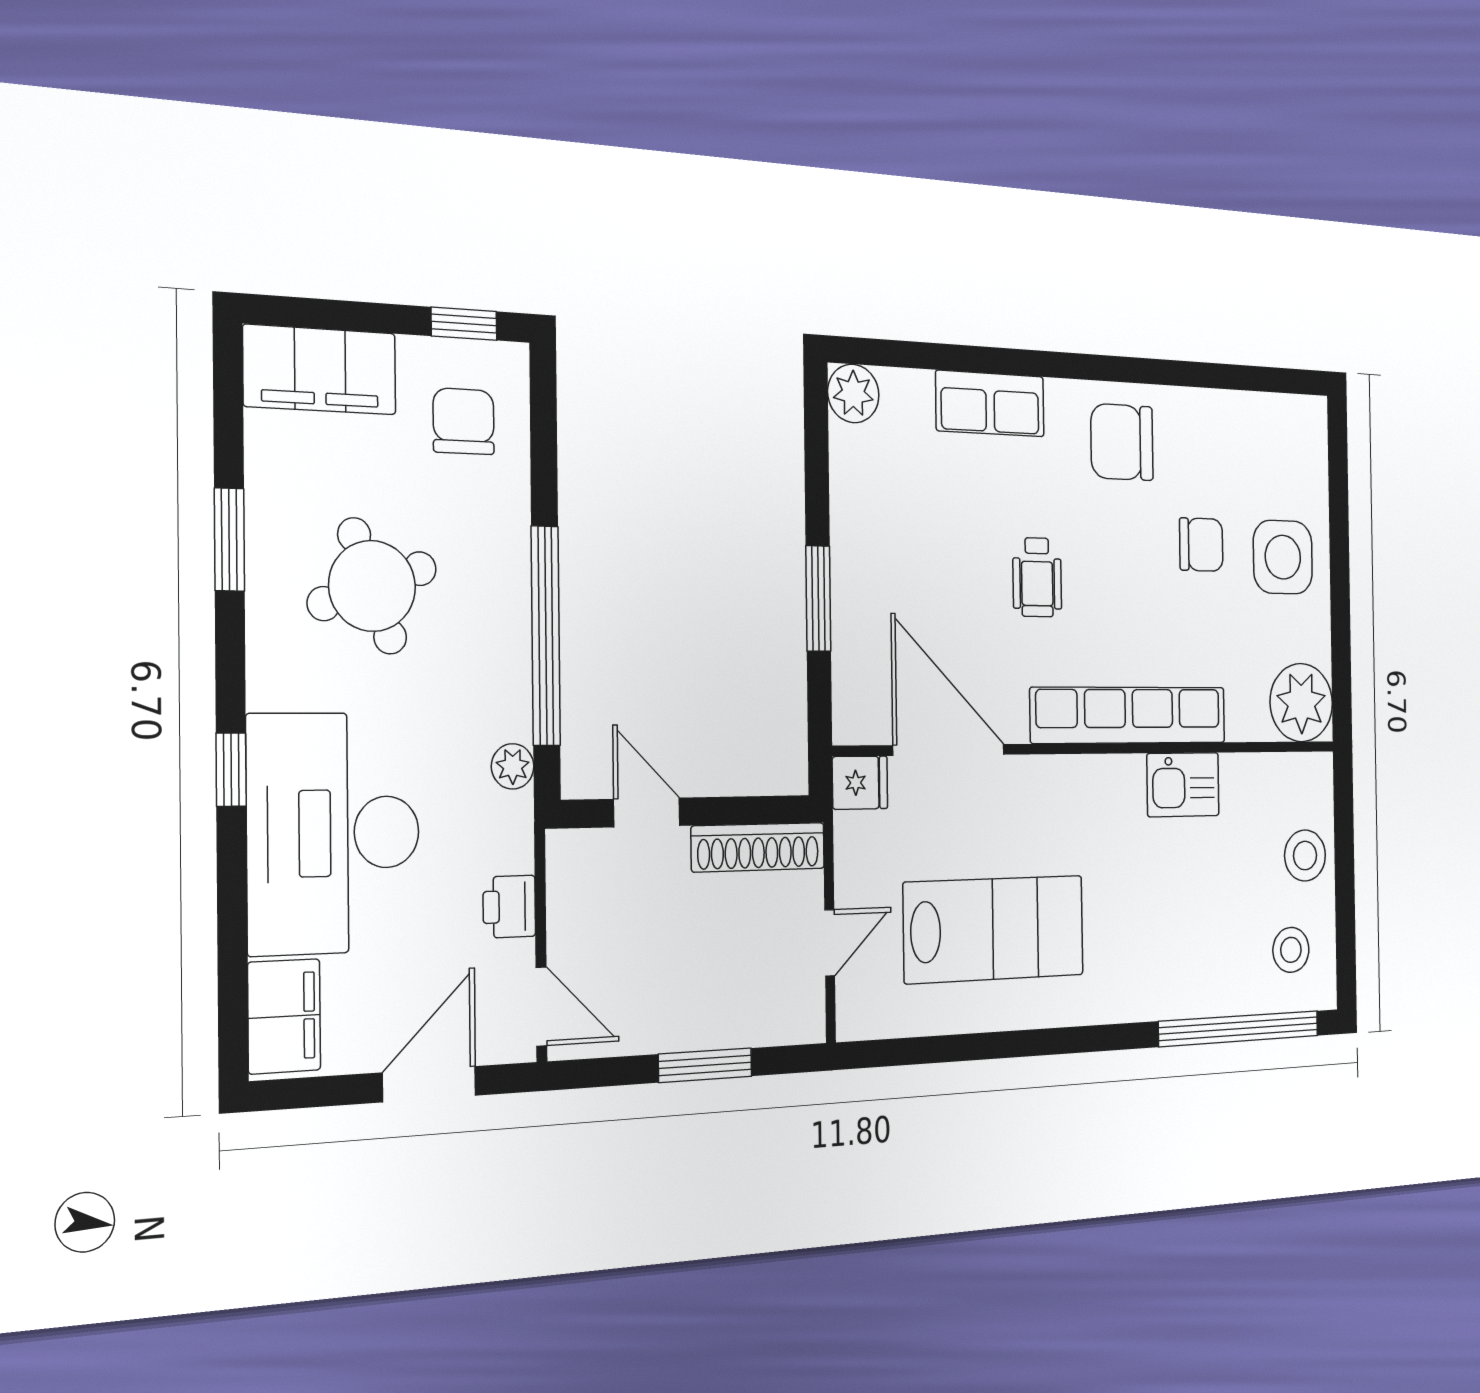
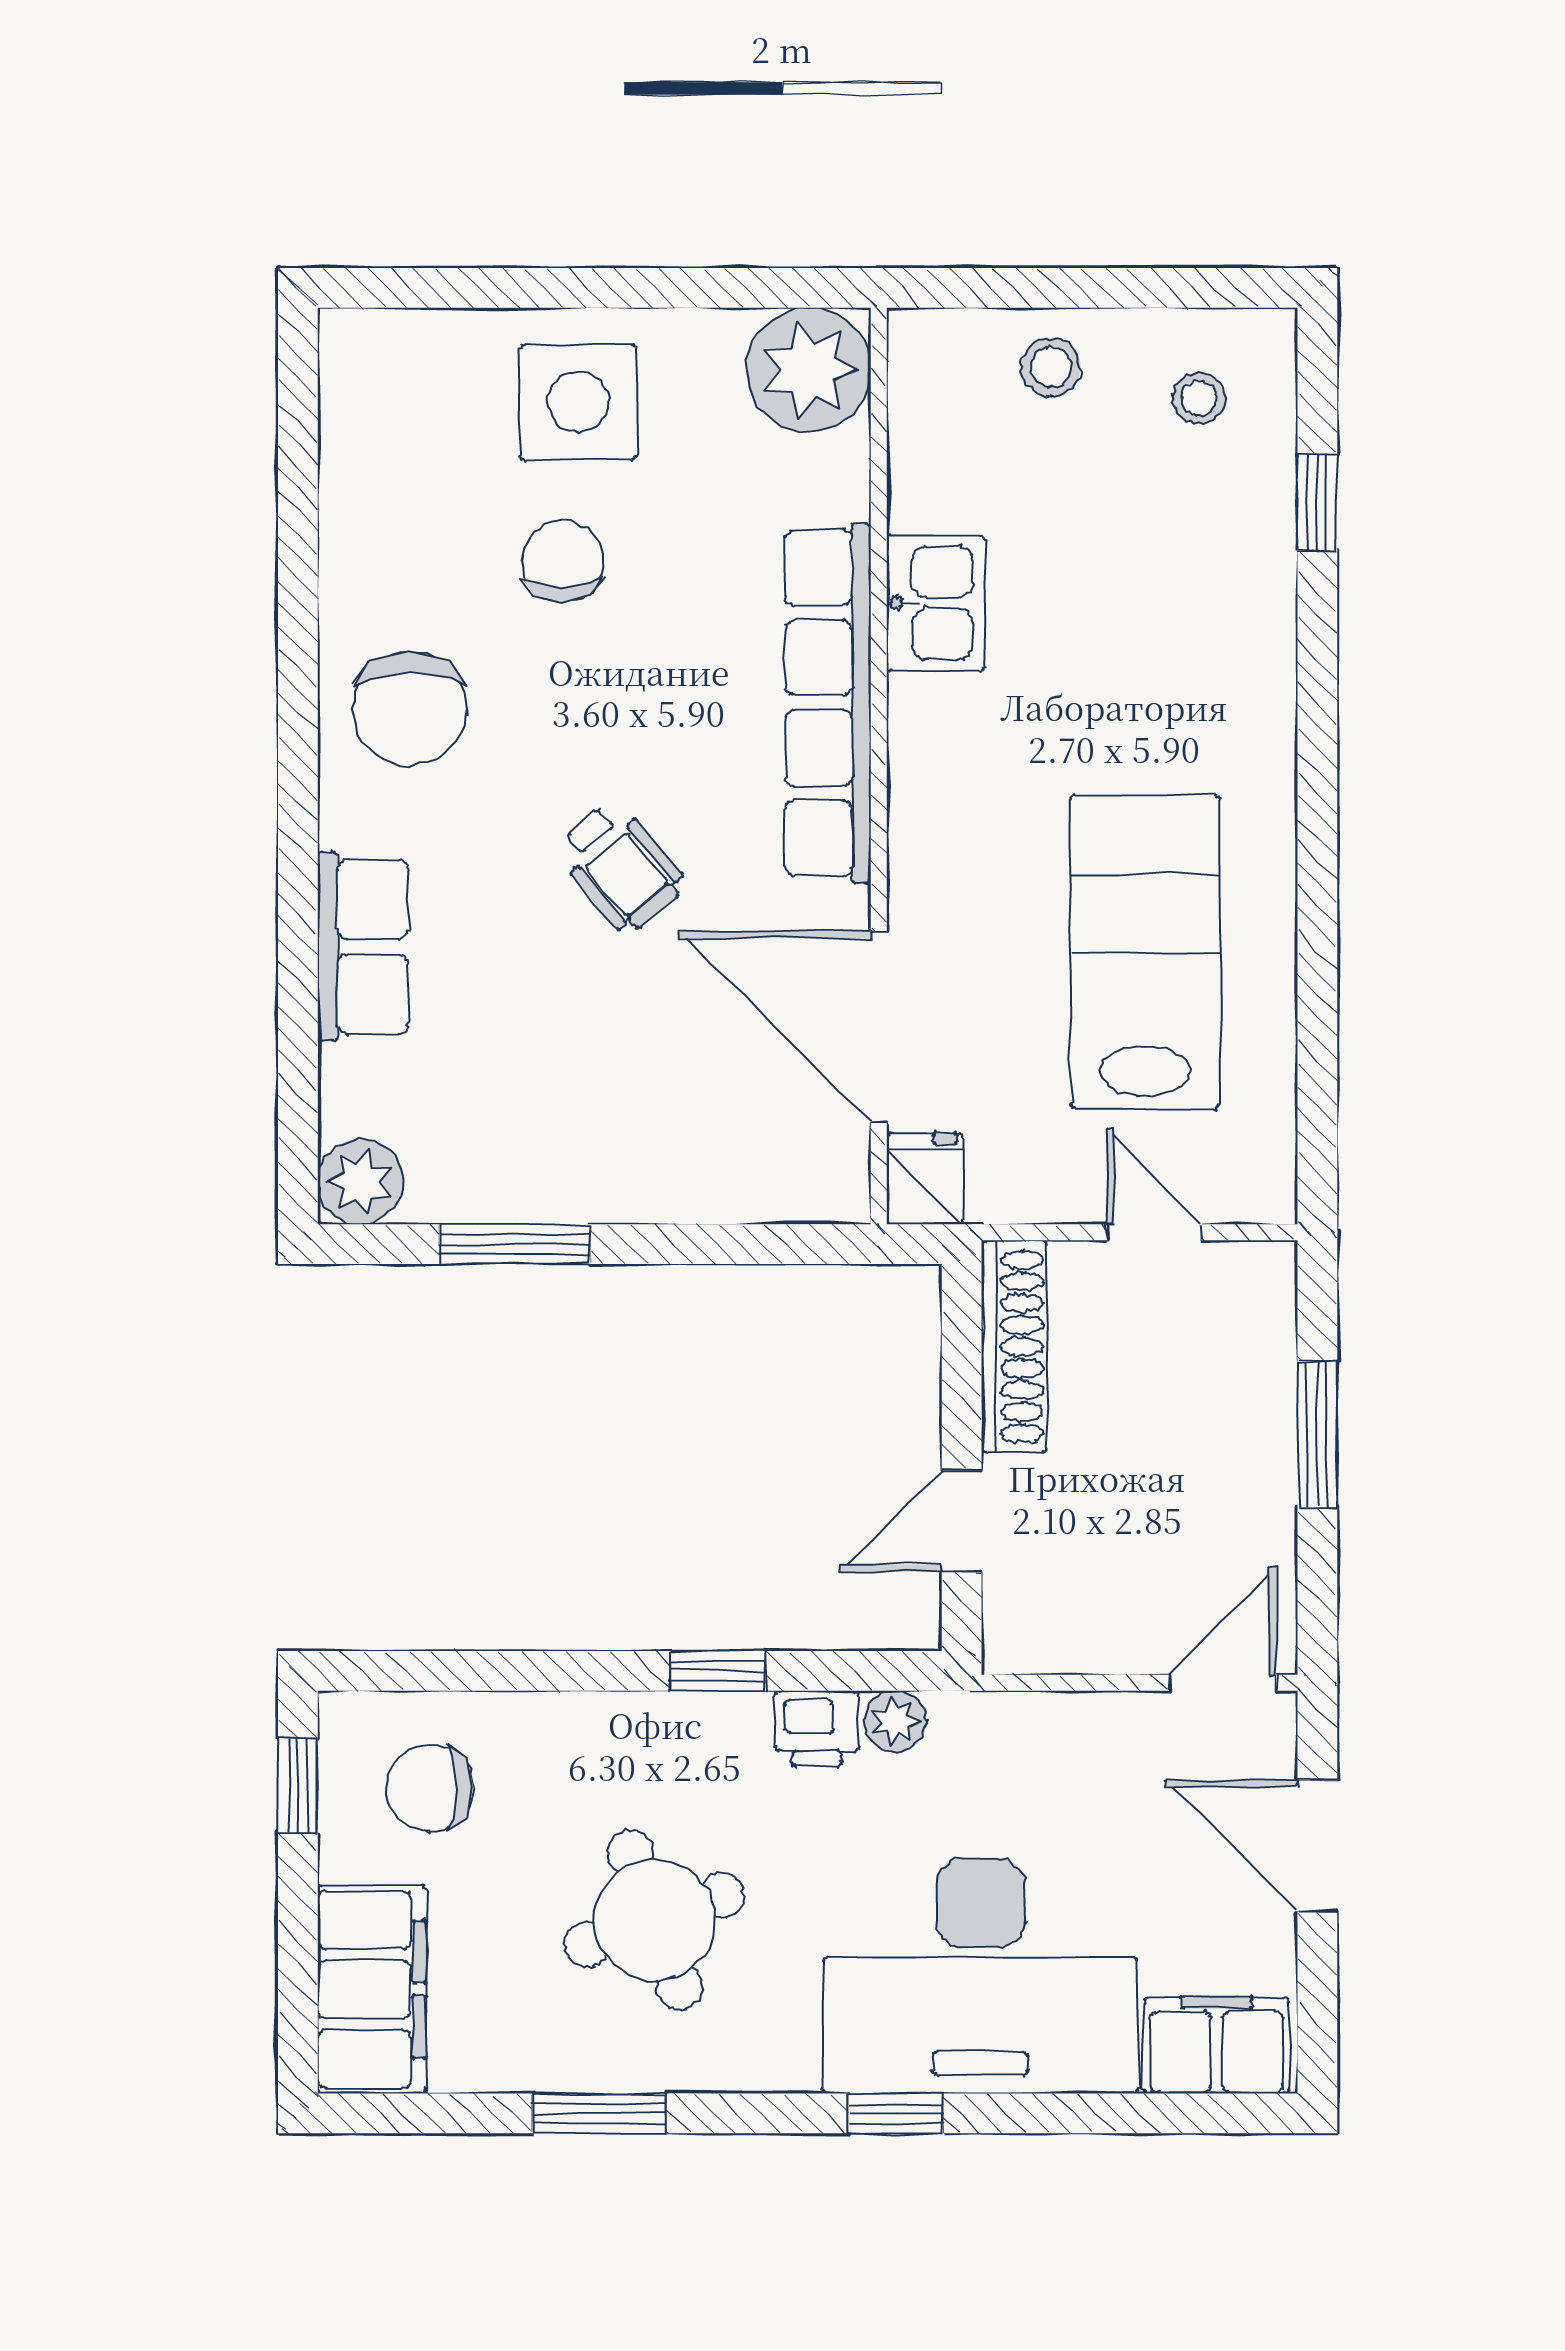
wheelchair: (1037, 577) -> (620, 867), turned 50
window: (818, 598) -> (515, 1244), moved
window: (546, 636) -> (718, 1671), width x0.32
door: (949, 750) -> (879, 1027), hinge flipped
stool: (1305, 856) -> (1051, 367), width x0.73, depth x0.73
printer: (509, 907) -> (817, 1728), moved
stool: (1291, 950) -> (1199, 398), width x0.73, depth x0.73
window: (1239, 1029) -> (1317, 502), width x0.32

